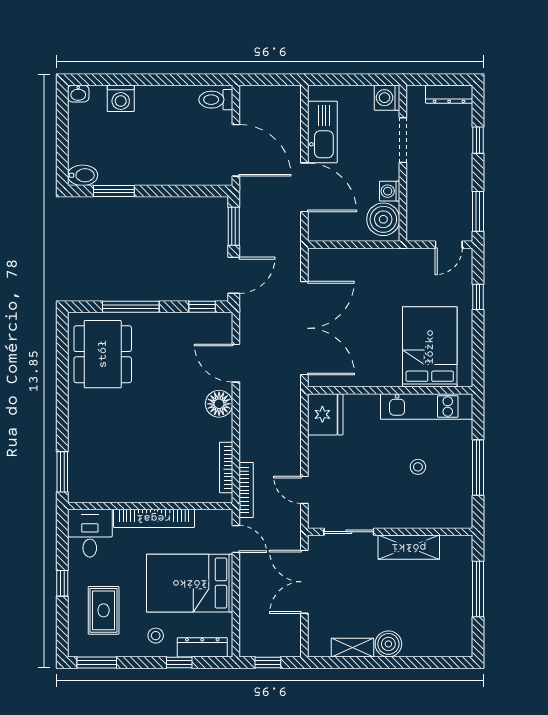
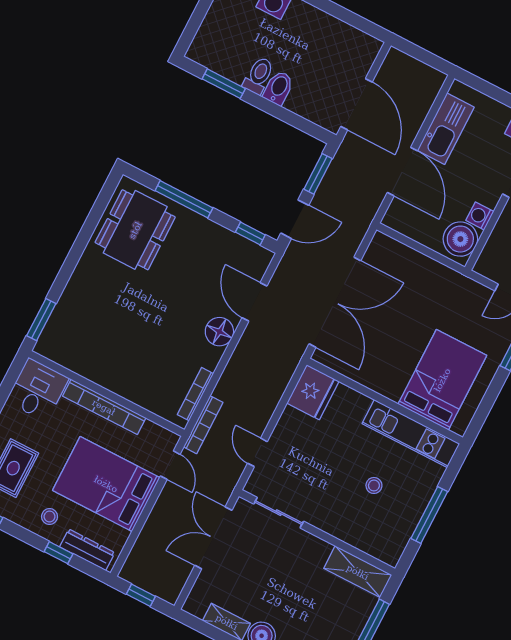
toilet: (216, 100) -> (259, 76), moved, turned 90
bidet: (83, 175) -> (278, 88), moved, turned -90
shelving: (409, 547) -> (358, 572), moved

